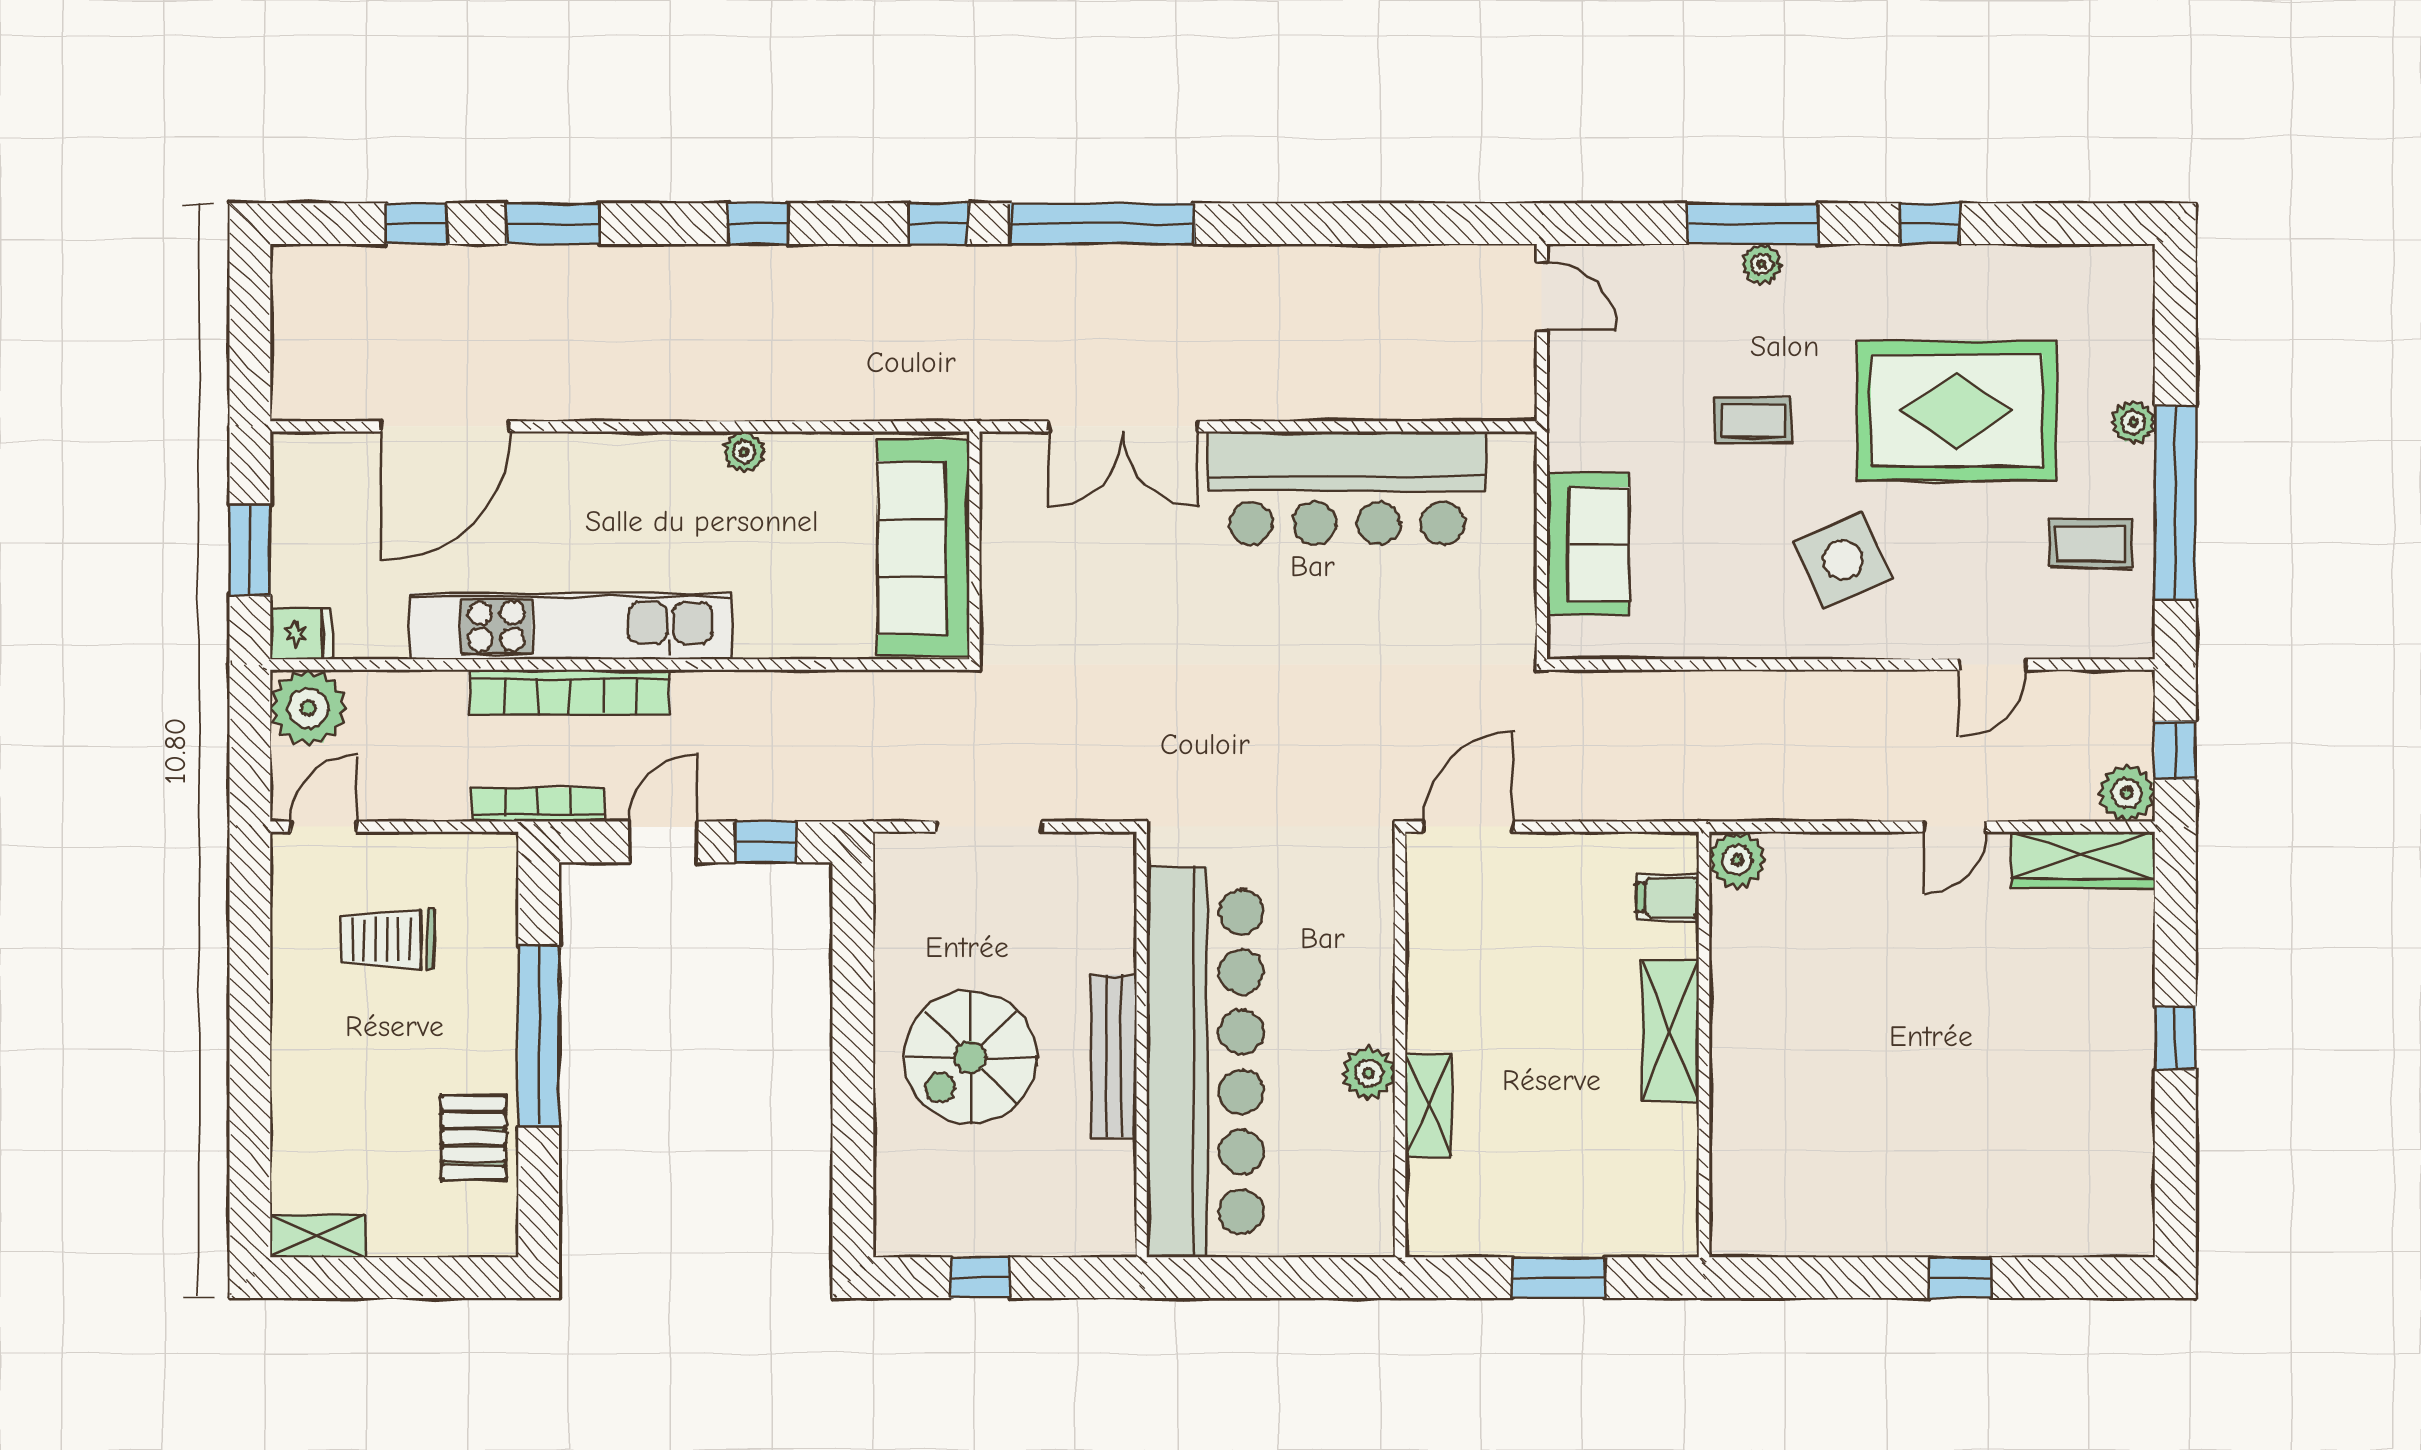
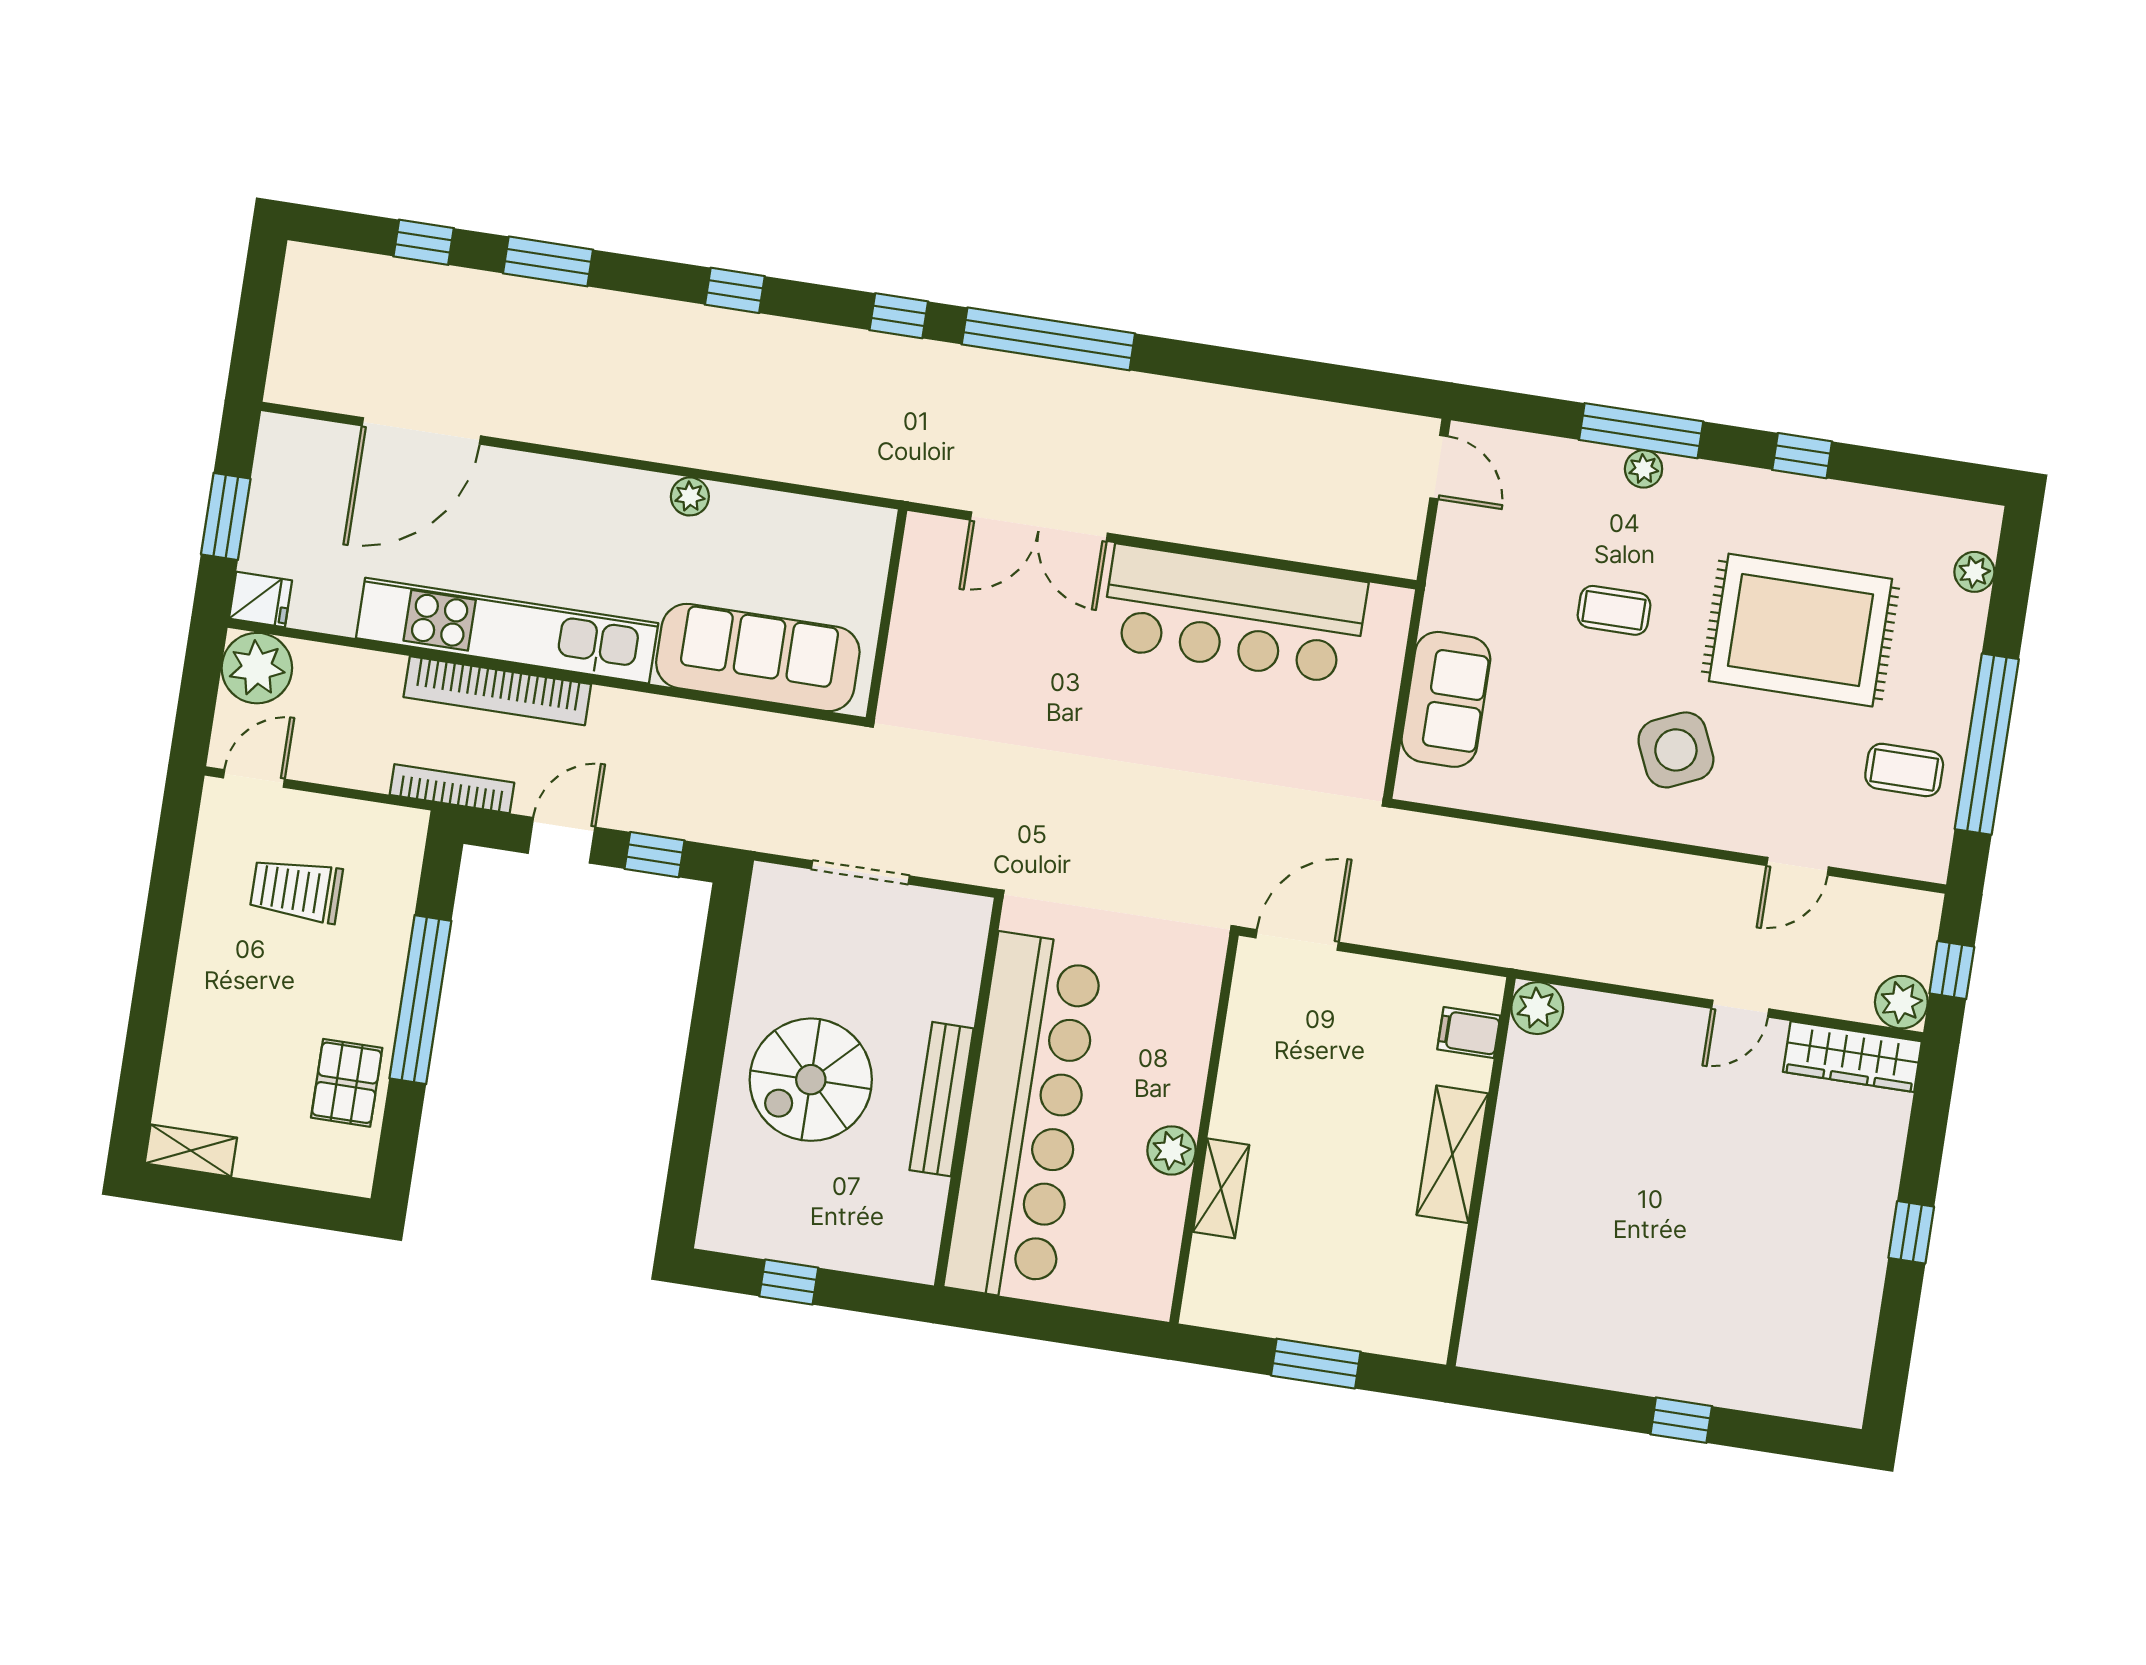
plant: (2133, 422) -> (1974, 572), moved
sofa: (923, 548) -> (758, 658), moved, turned 90

